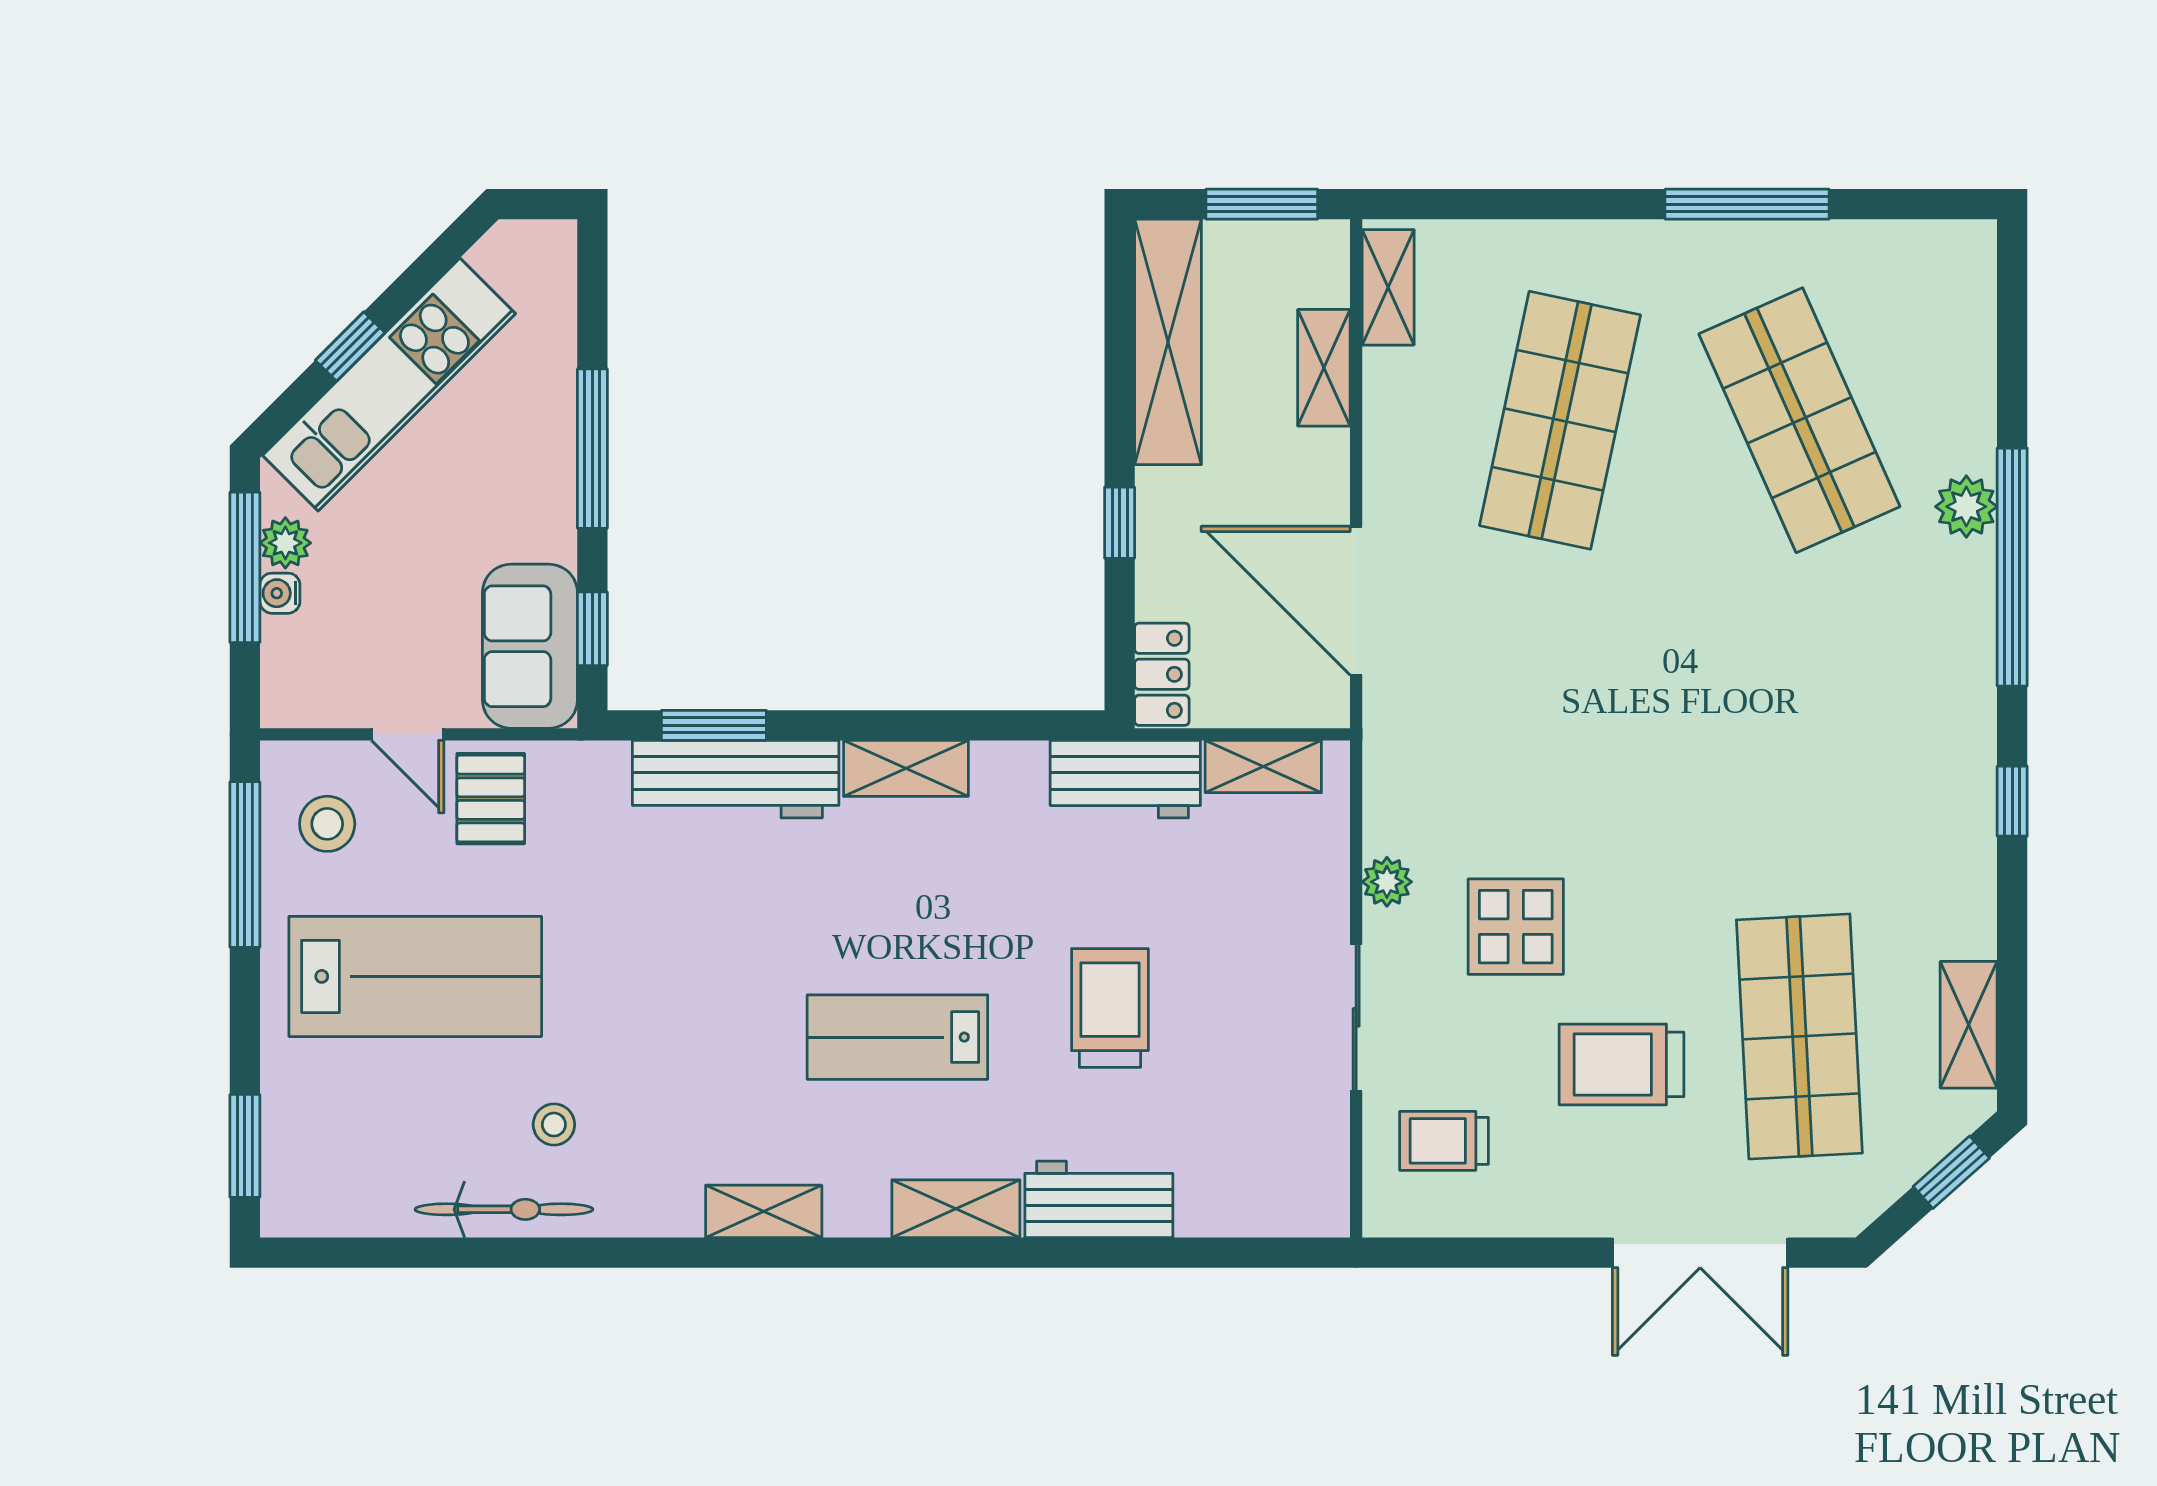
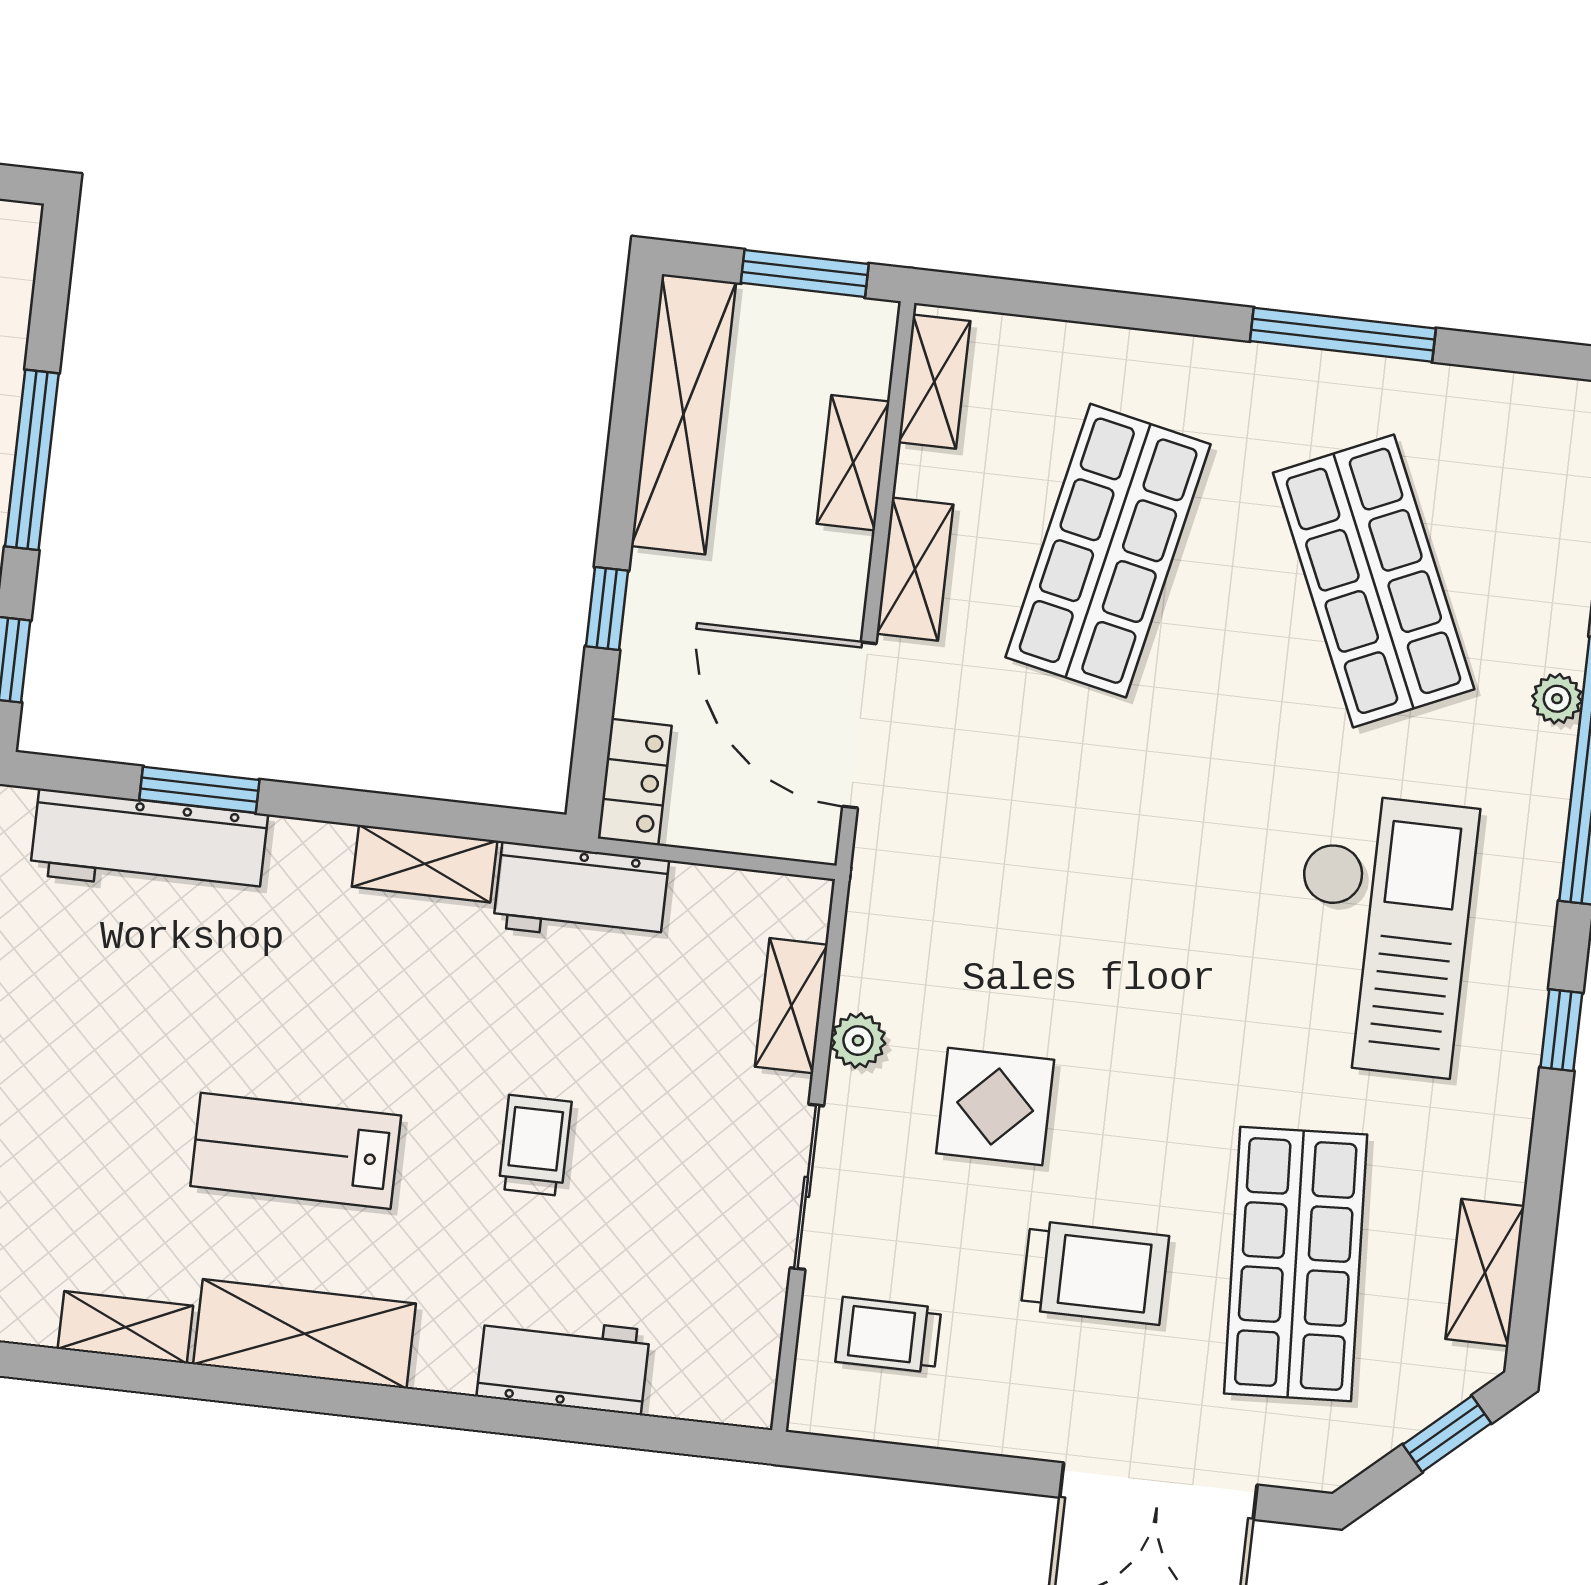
shelving: (1390, 456) -> (915, 569), added
plant: (1966, 507) -> (1557, 699), width x0.73, depth x0.73
window: (714, 725) -> (199, 790), moved
checkout: (1842, 734) -> (1381, 934), added
shelving: (1263, 766) -> (791, 1006), moved, turned 90
shelving: (906, 768) -> (425, 864), moved
trolley: (1110, 1008) -> (535, 1145), width x0.73, depth x0.72
trolley: (1622, 1064) -> (1095, 1273), turned 180
workbench: (1099, 1199) -> (563, 1363), moved
shelving: (956, 1209) -> (305, 1334), width x1.50, depth x1.33

